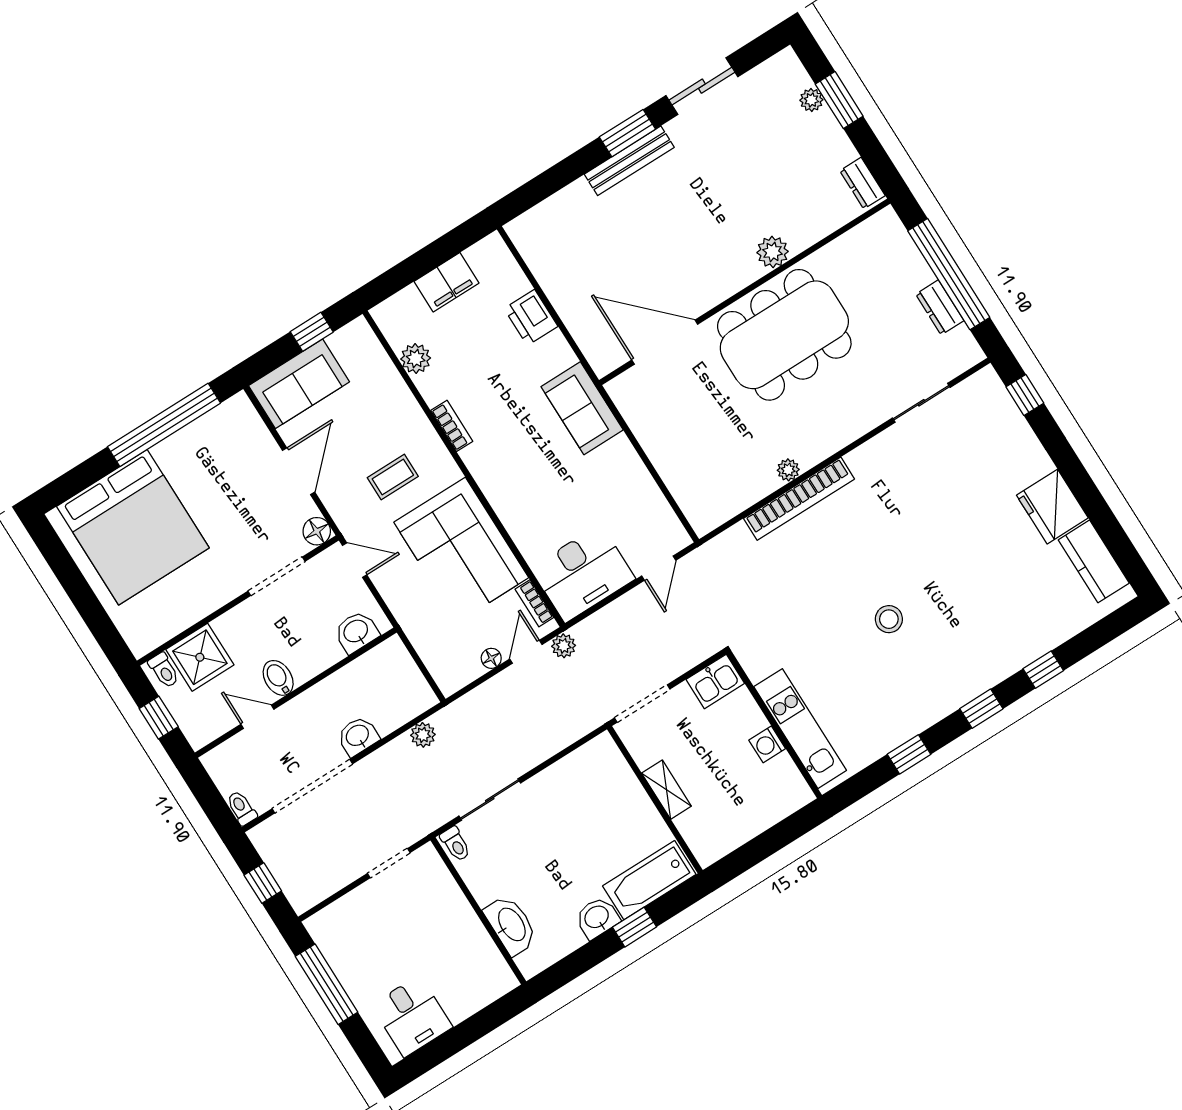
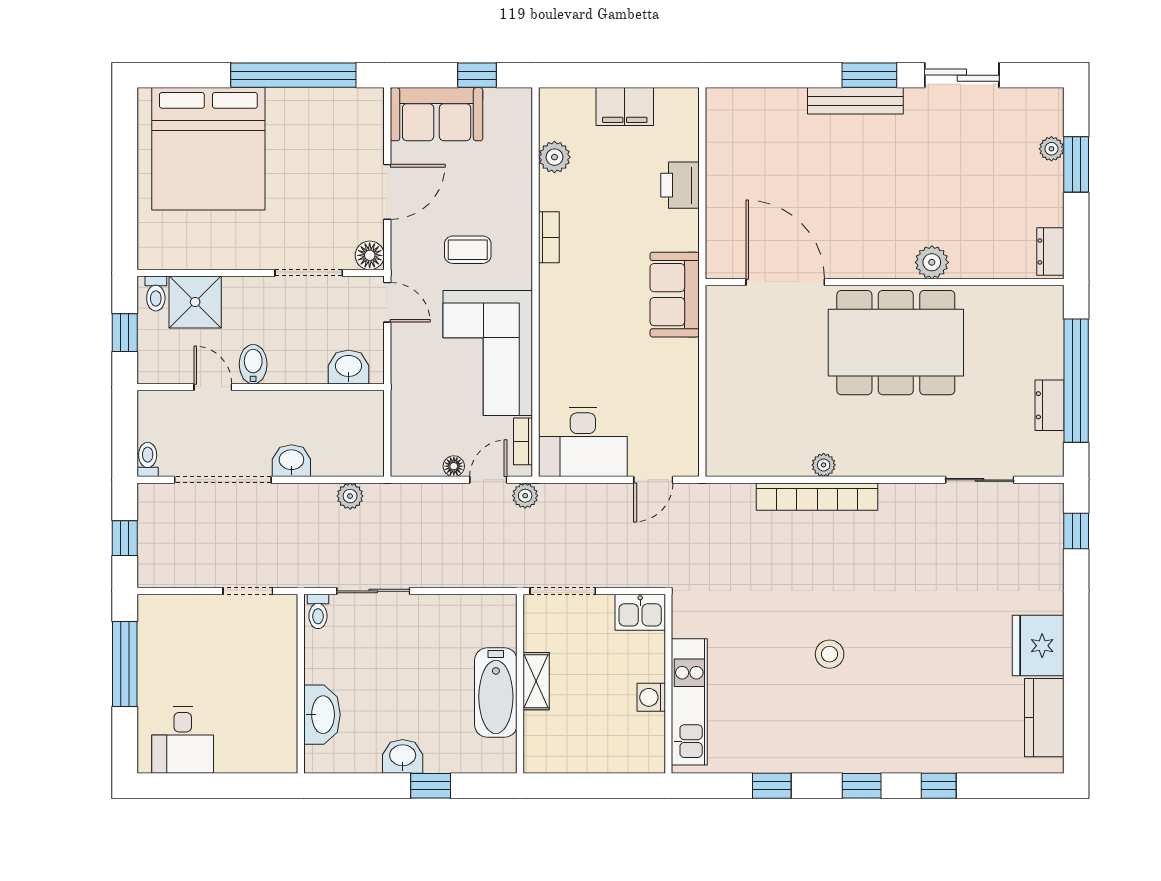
bathtub: (649, 880) -> (496, 692), moved, turned -90

